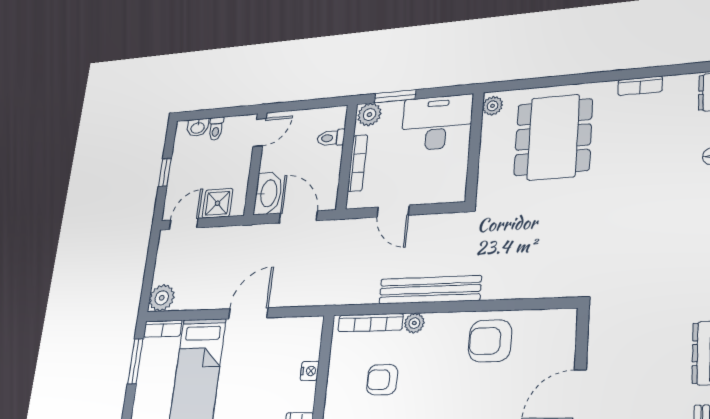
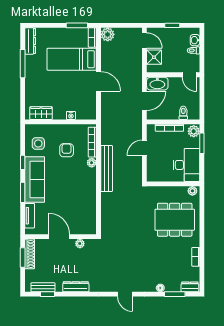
armchair: (490, 341) -> (83, 197), removed
plant: (598, 345) -> (80, 244), added

